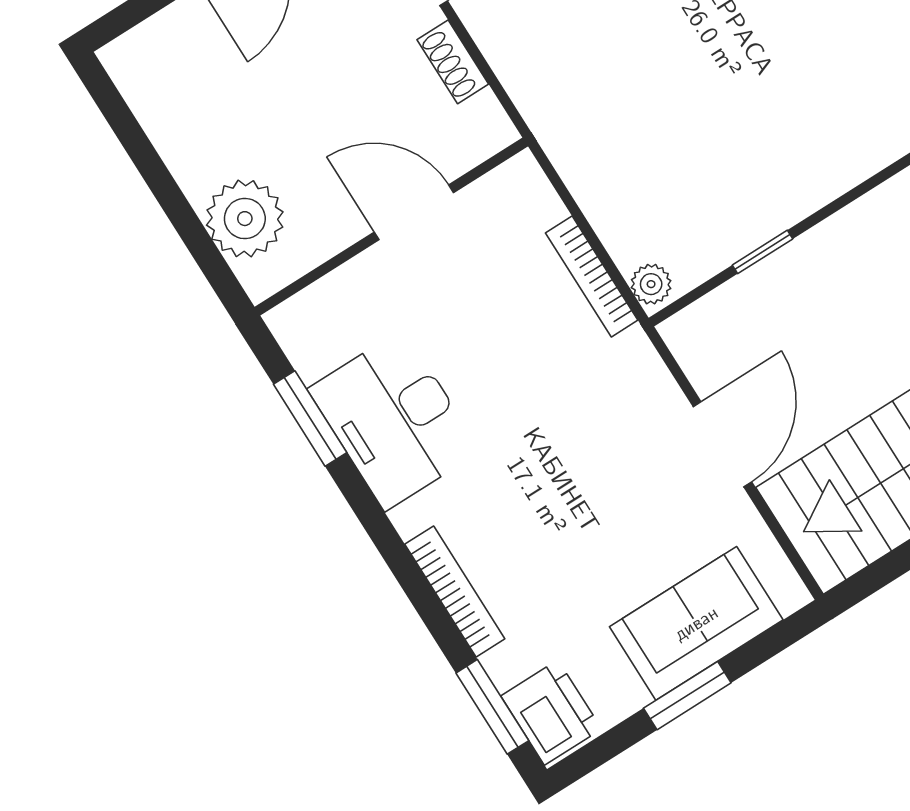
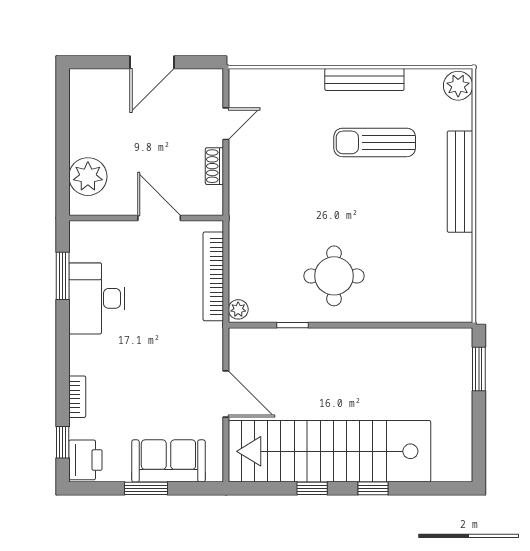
round table: (780, 121) -> (334, 276), added
bookcase: (592, 277) -> (213, 276), width x1.48, depth x1.31
door: (722, 444) -> (226, 394), hinge flipped
bookcase: (455, 592) -> (77, 397), width x0.64
window: (492, 707) -> (63, 442), width x0.67

